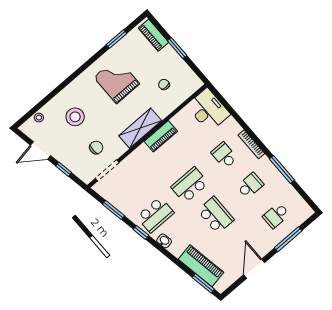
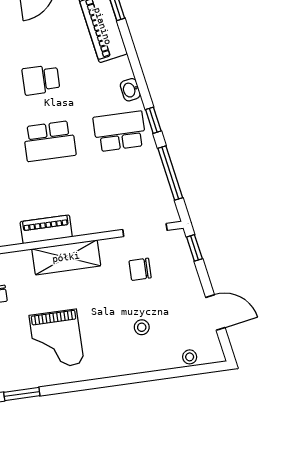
stool: (75, 117) -> (142, 327), width x0.53, depth x0.53
window: (64, 169) -> (194, 248), moved
window: (113, 210) -> (170, 173), width x1.44
school desk: (216, 215) -> (41, 80), width x0.54

